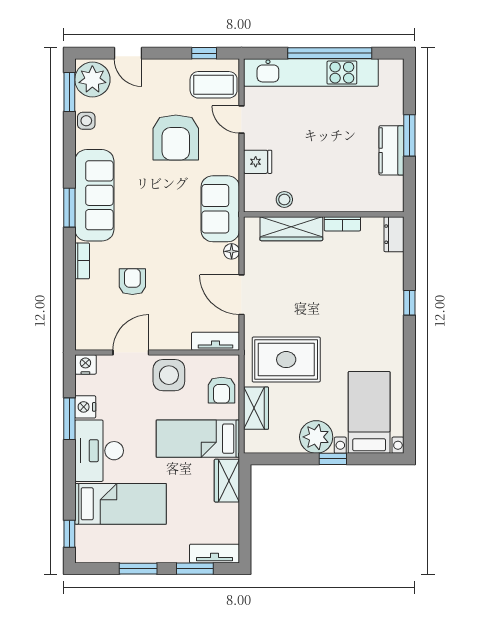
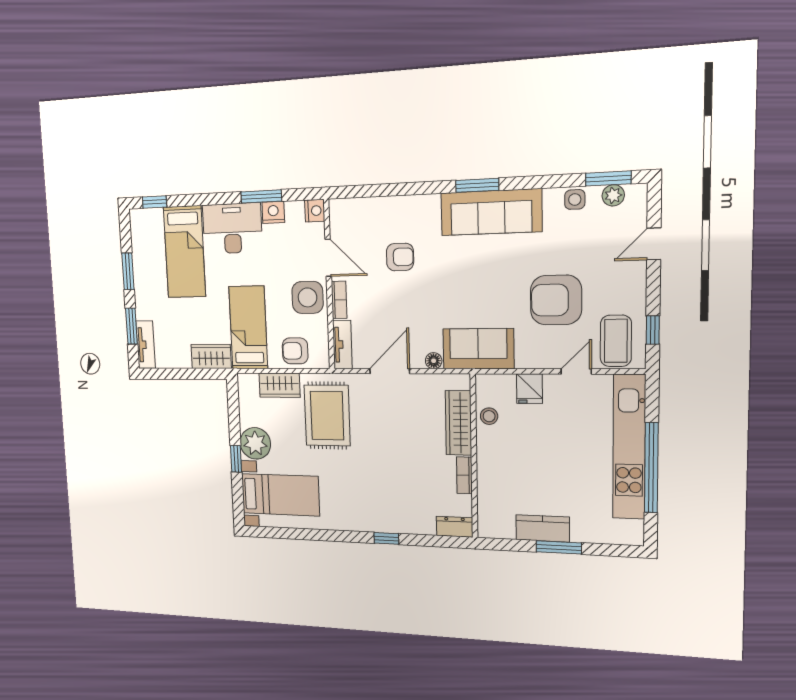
plant: (92, 80) -> (613, 195), width x0.53, depth x0.53
bookcase: (82, 261) -> (339, 300), moved, turned -90

